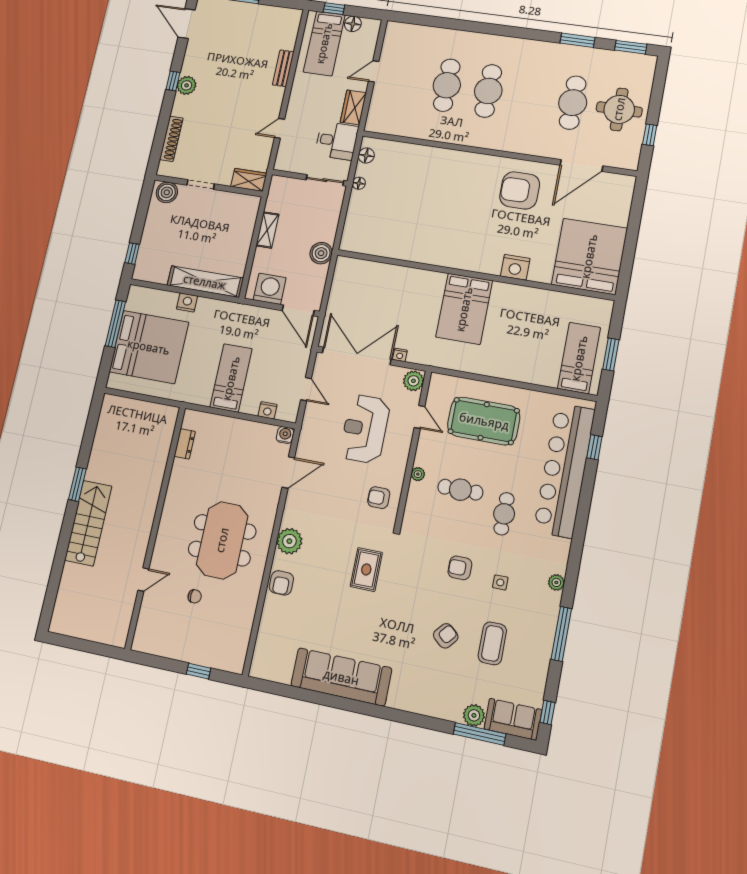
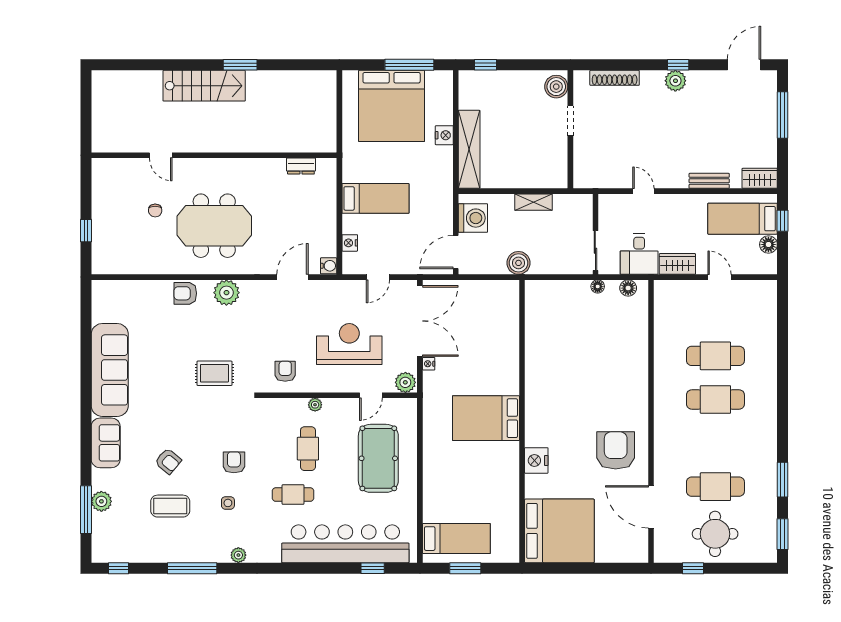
wardrobe: (249, 180) -> (760, 178), moved, turned -90
door: (288, 472) -> (292, 277), swing flipped
sofa: (513, 719) -> (106, 443), moved

